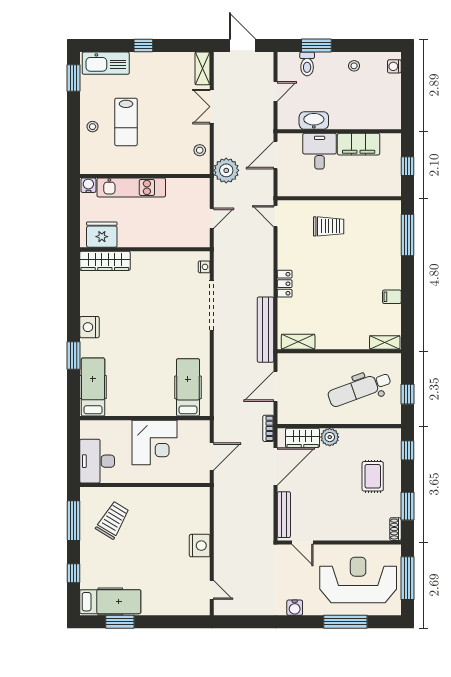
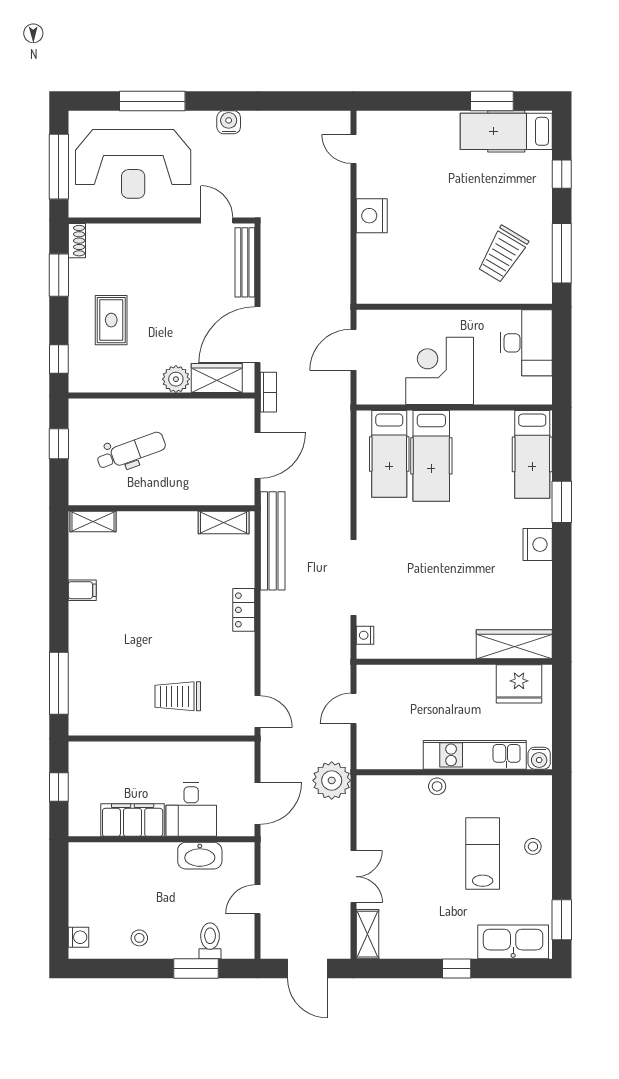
stool: (200, 150) -> (437, 786), moved
hospital bed: (160, 386) -> (431, 456), added
dental chair: (359, 389) -> (131, 451), width x0.73, depth x0.72

